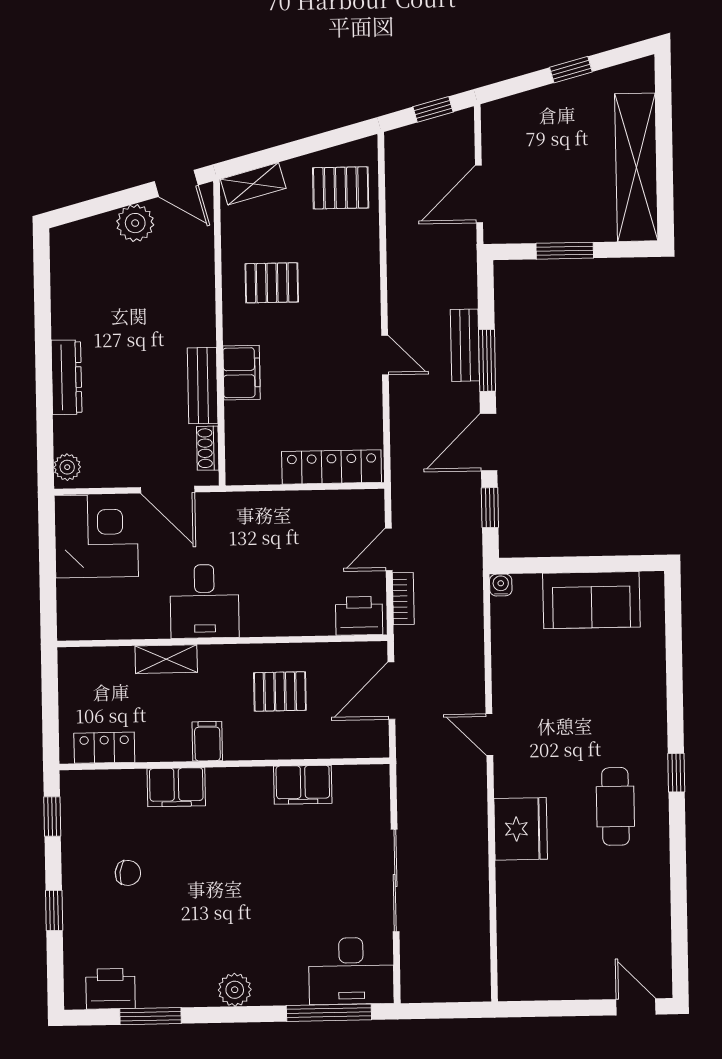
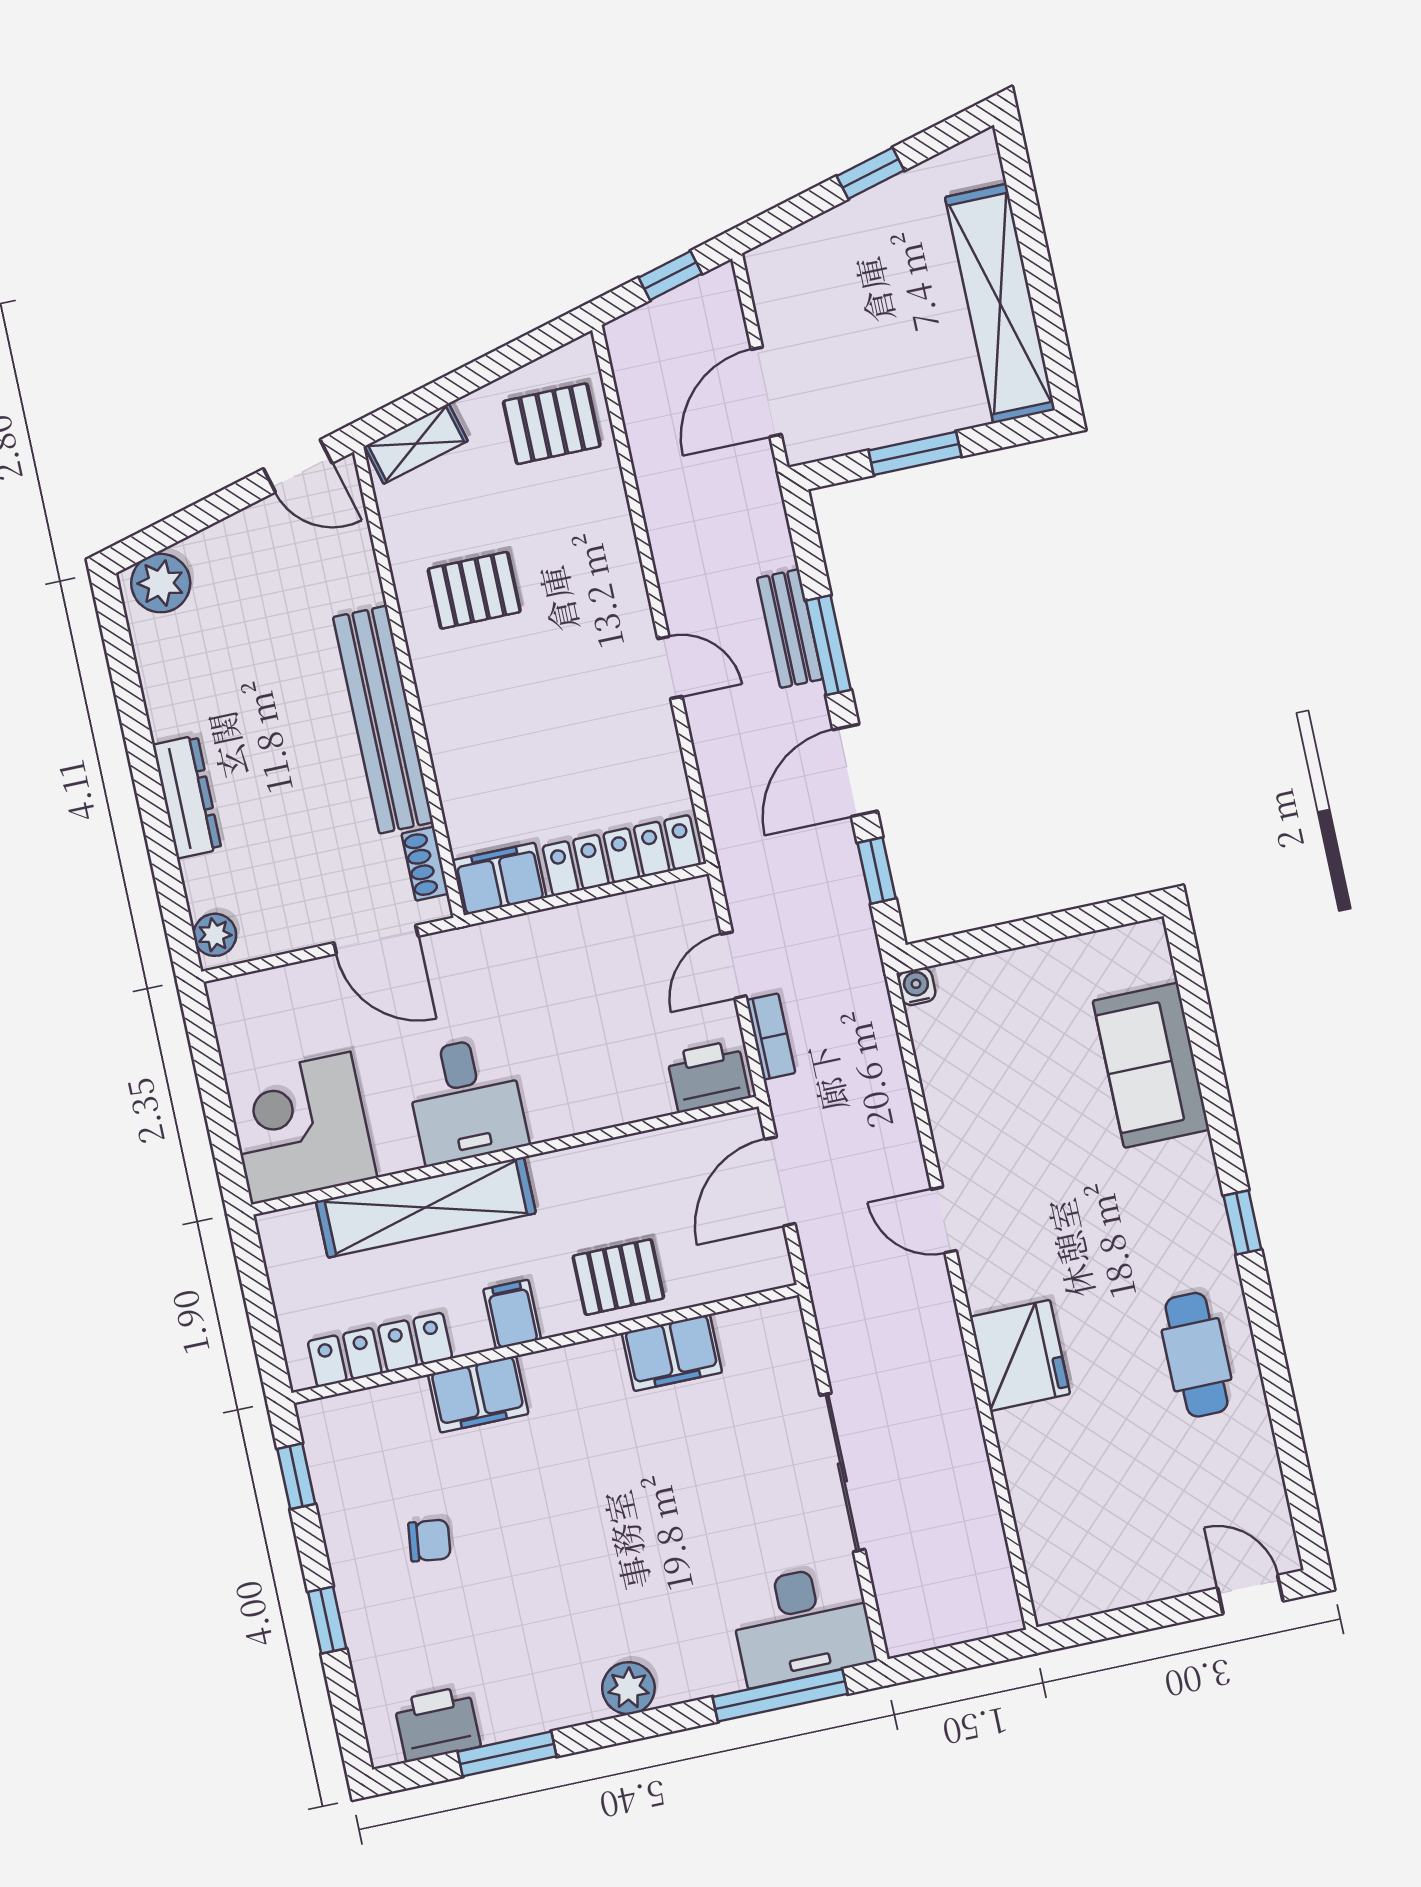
plant: (135, 223) -> (161, 583), moved
filing cabinet: (241, 373) -> (499, 879), moved, turned -90
bench: (203, 386) -> (383, 720), width x1.86, depth x1.21
corner desk: (96, 536) -> (301, 1128), moved, turned -90
sofa: (591, 600) -> (1151, 1065), moved, turned 90
shelving: (166, 659) -> (426, 1207), width x2.20, depth x1.33
pallet: (280, 691) -> (618, 1277), moved
locker: (104, 748) -> (380, 1350), width x1.53
cafe table: (615, 806) -> (1197, 1355), moved

